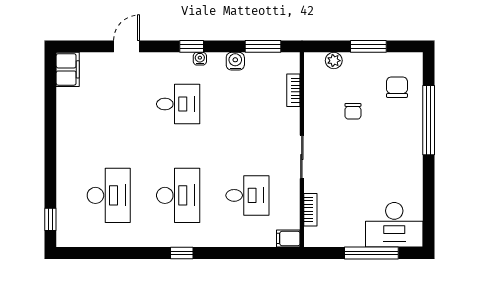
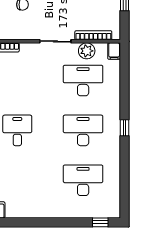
desk: (247, 195) -> (83, 81), width x1.37
plant: (289, 200) -> (87, 51), added
bookcase: (310, 210) -> (93, 35), width x1.56

